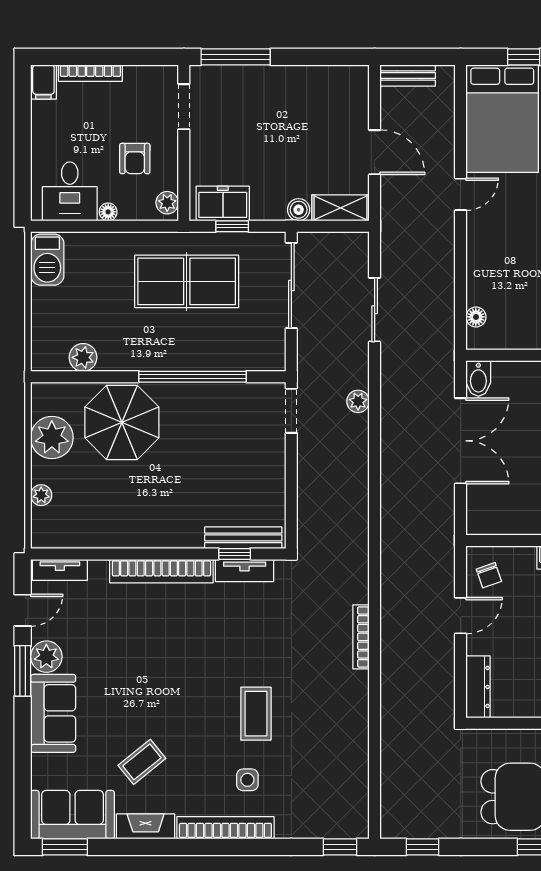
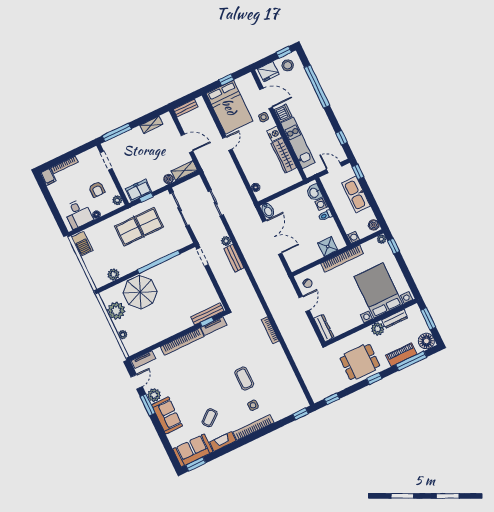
shelving: (317, 76) -> (151, 125), added
bench: (357, 446) -> (234, 258), added

